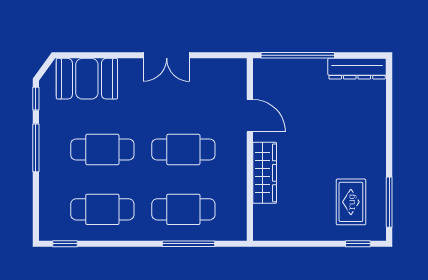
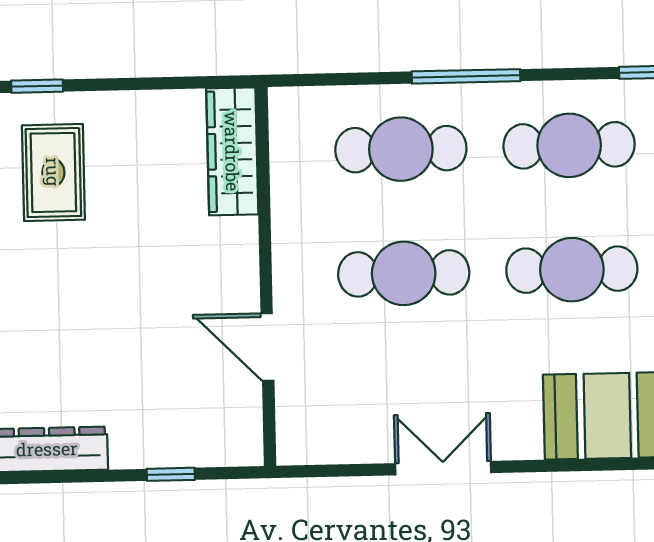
window: (298, 55) -> (171, 474), width x0.32
wardrobe: (265, 173) -> (232, 151), moved
window: (189, 244) -> (466, 76), moved

